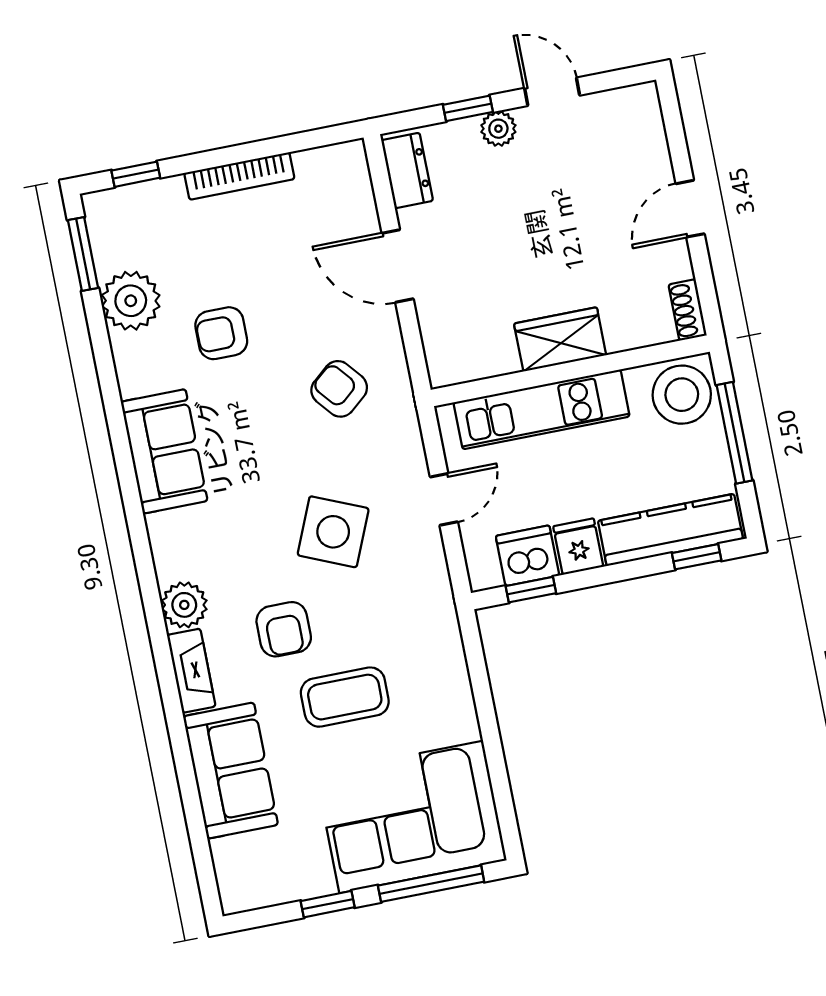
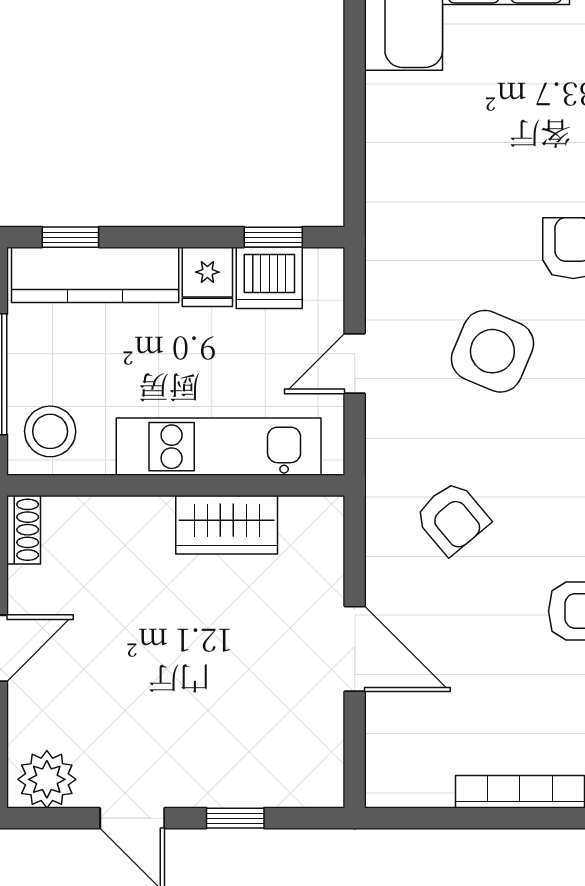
plant: (498, 129) -> (47, 779), moved, width x1.38, depth x1.38
dresser: (407, 171) -> (321, 759), removed
wardrobe: (560, 339) -> (227, 525), moved
stool: (682, 395) -> (50, 431), width x0.73, depth x0.73
coffee table: (345, 697) -> (517, 154), removed

